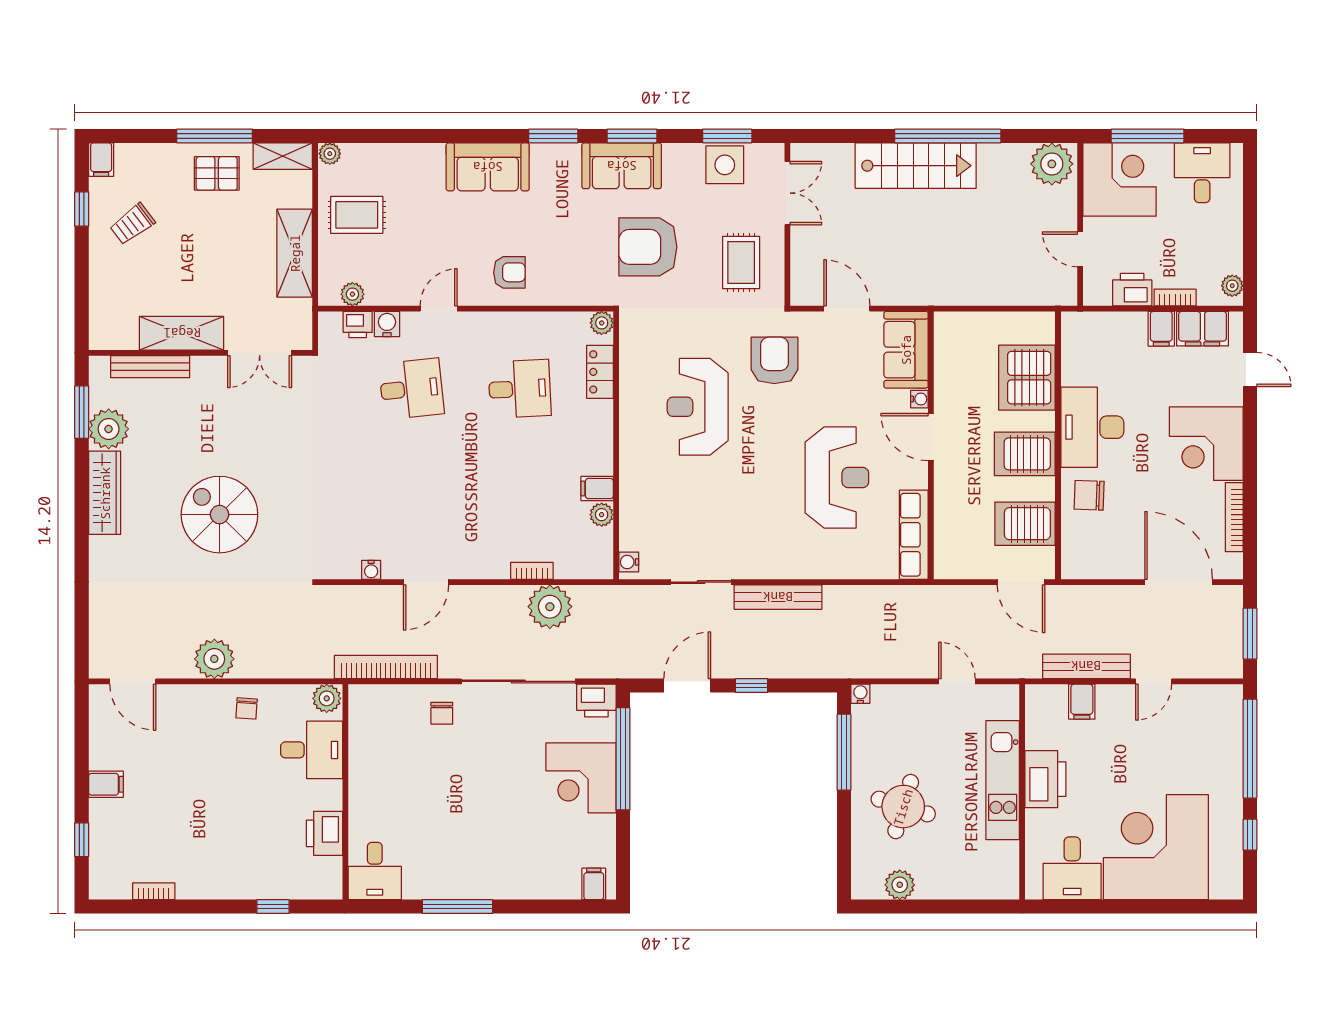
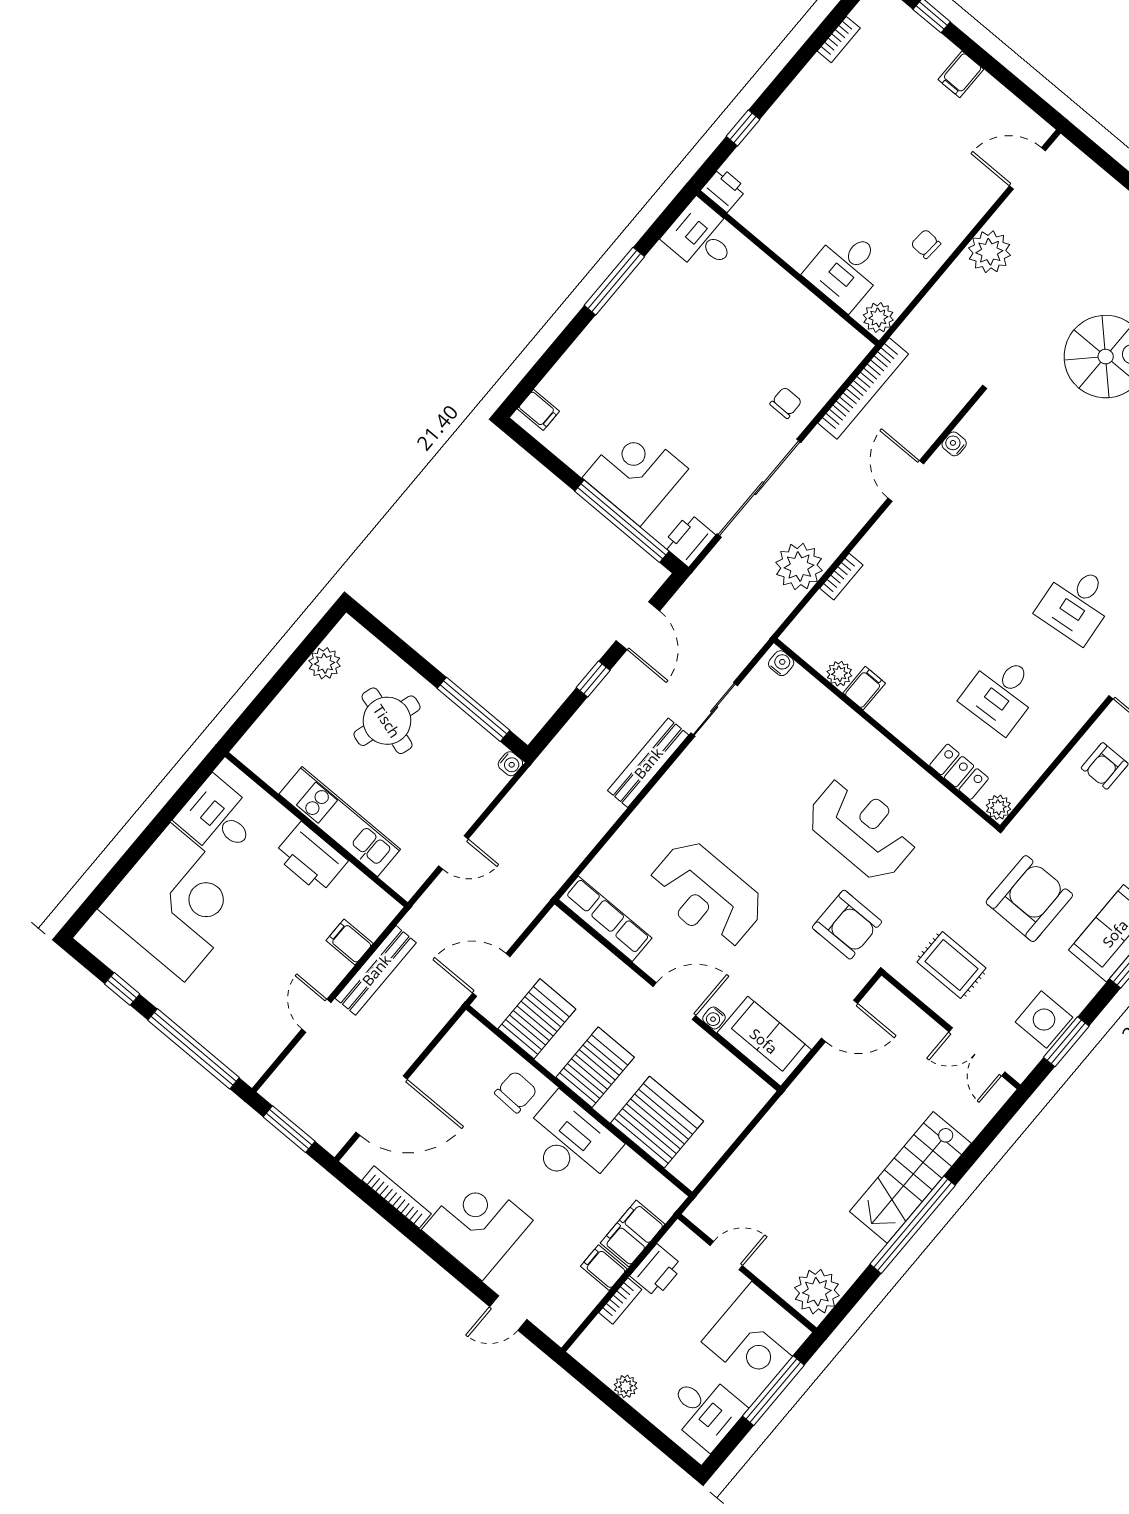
plant: (1232, 286) -> (626, 1386), moved
filing cabinet: (1202, 329) -> (633, 1234), moved
chair: (442, 713) -> (786, 403), turned 90
printer: (324, 833) -> (724, 190), moved, width x0.73, depth x0.81

